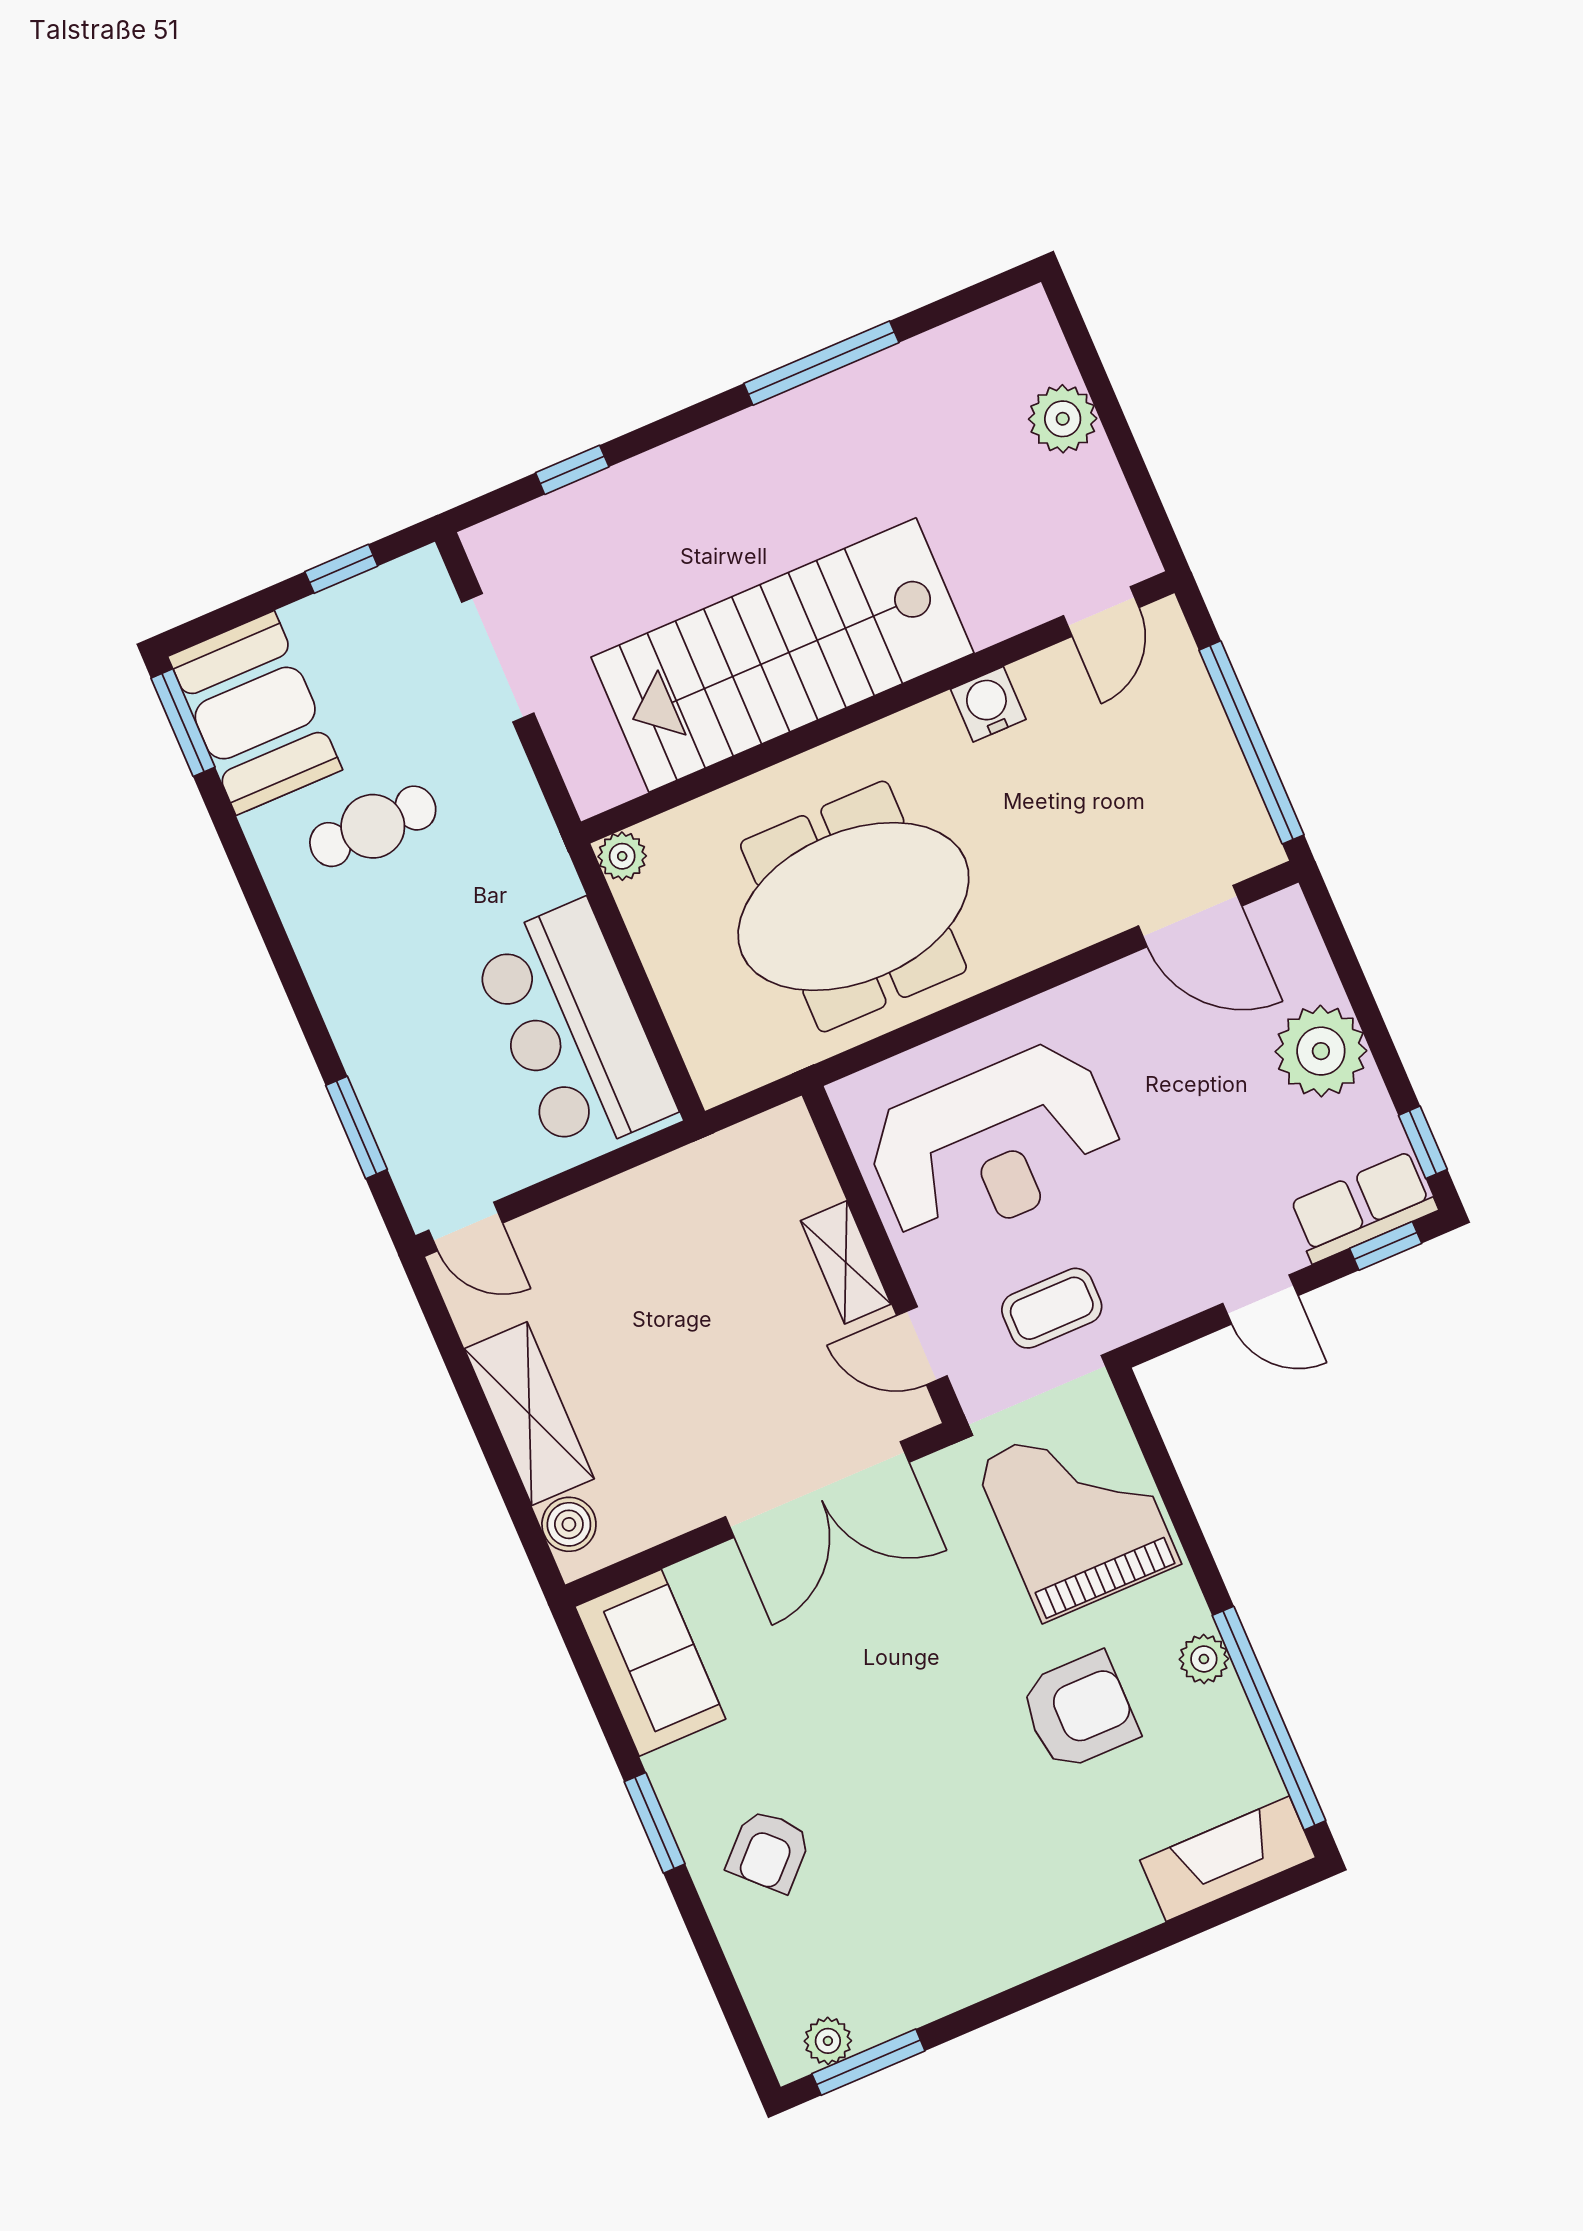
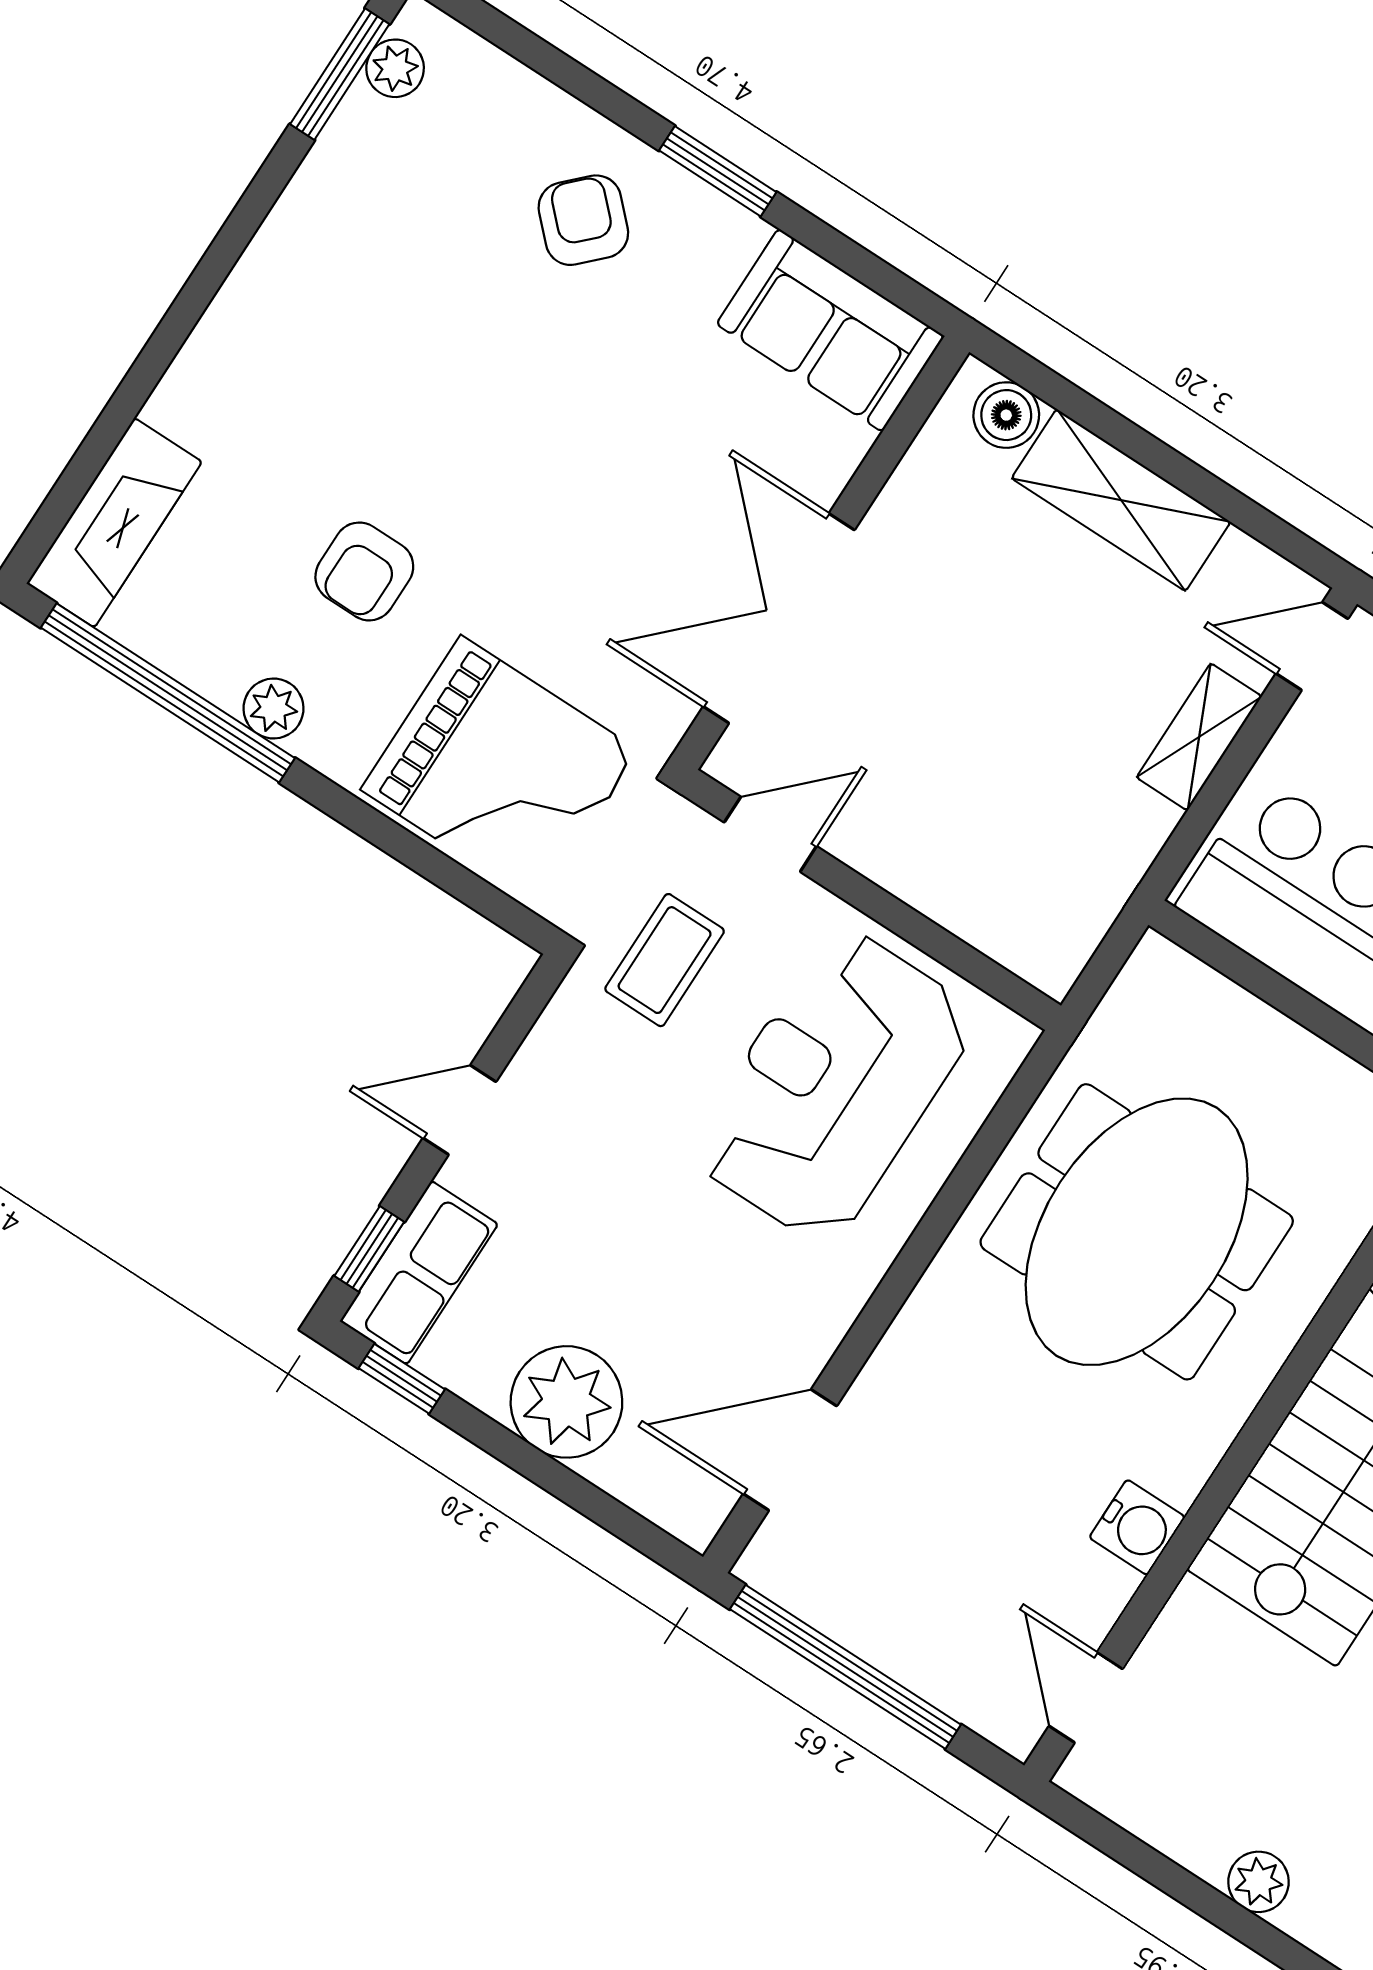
plant: (1063, 419) -> (1259, 1882), width x0.73, depth x0.73
shelving: (846, 1262) -> (1199, 737), moved, turned 90
armchair: (1079, 1711) -> (364, 571), width x0.72, depth x0.72

